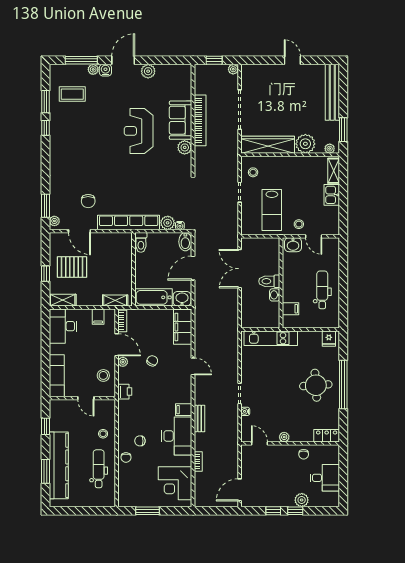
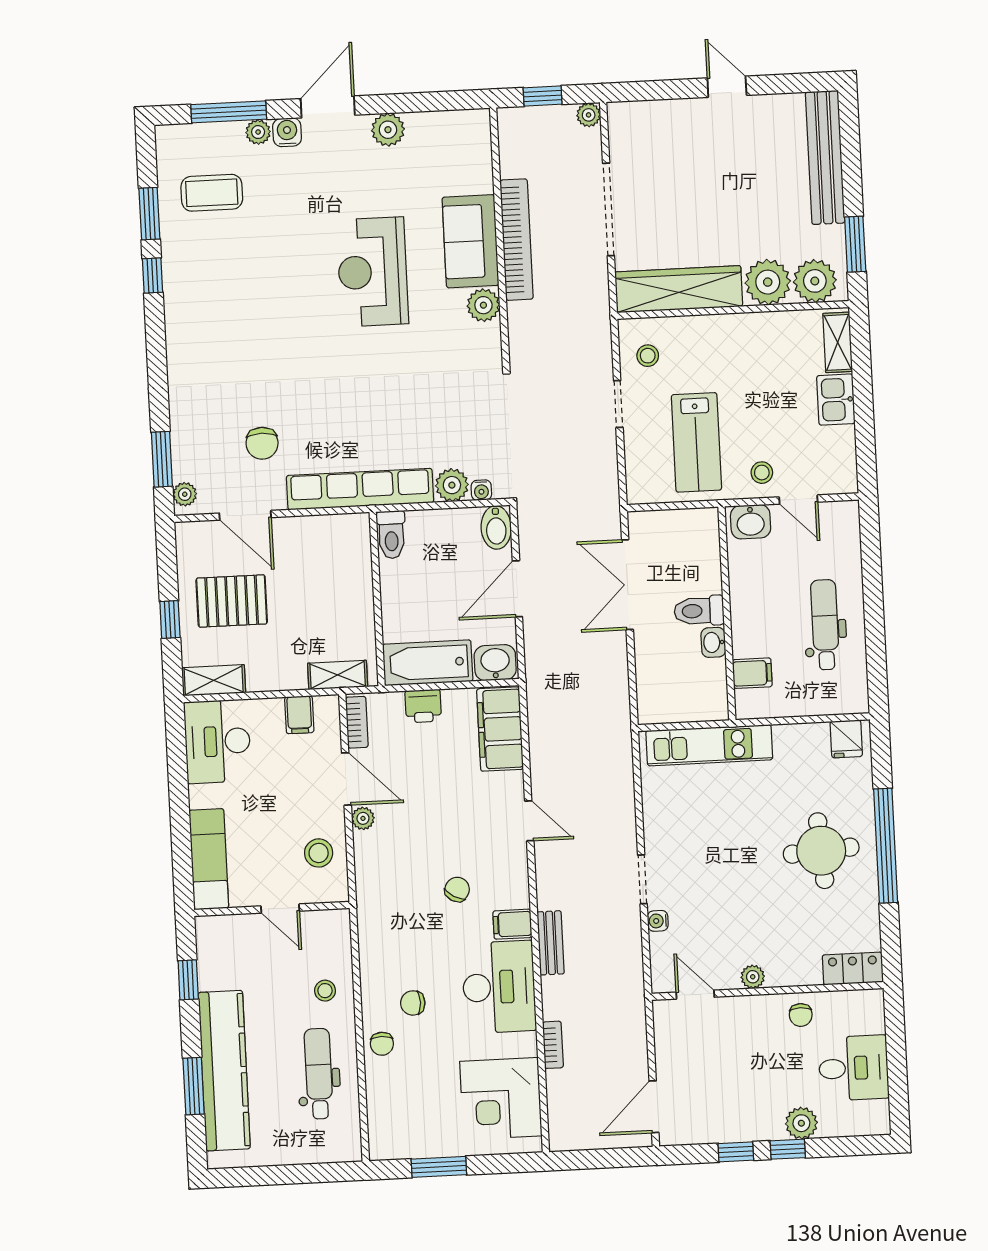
plant: (330, 149) -> (815, 281), width x1.88, depth x1.88
chair: (152, 361) -> (457, 889), moved
printer: (125, 392) -> (423, 706), moved, turned 90

